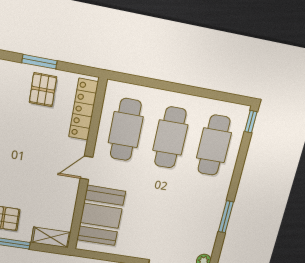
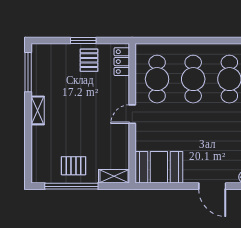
locker: (83, 109) -> (122, 62), width x0.66
booth: (101, 216) -> (159, 167), moved, turned 90

